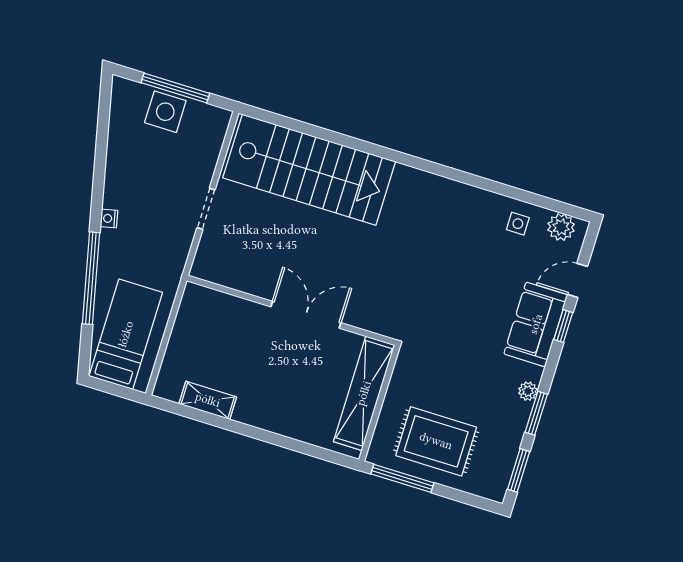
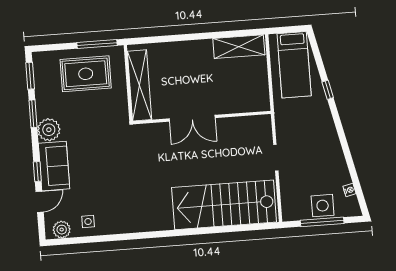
nightstand: (109, 218) -> (350, 190), moved
window: (91, 278) -> (328, 90), width x0.32
plant: (528, 391) -> (49, 130), width x1.88, depth x1.88
shelving: (208, 400) -> (239, 47), width x1.50, depth x1.33

